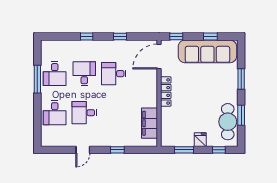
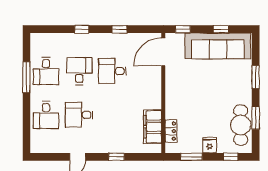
locker: (166, 91) -> (171, 131), moved, width x0.66

